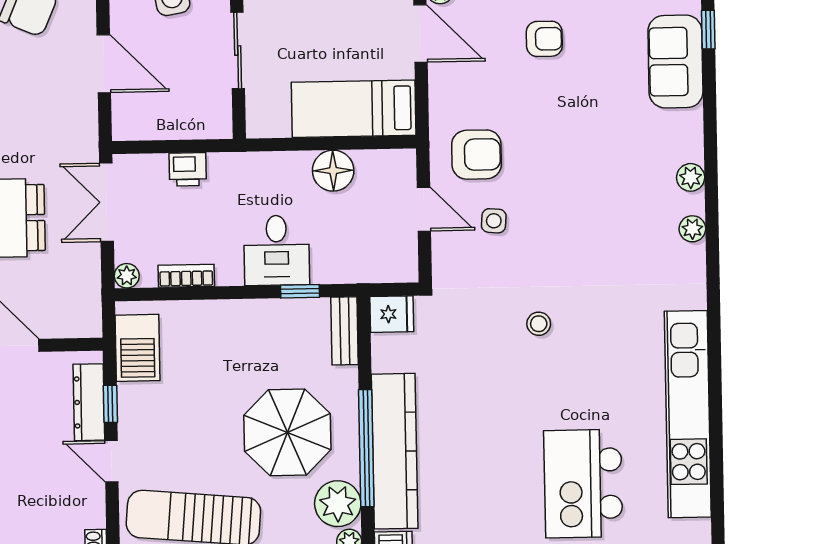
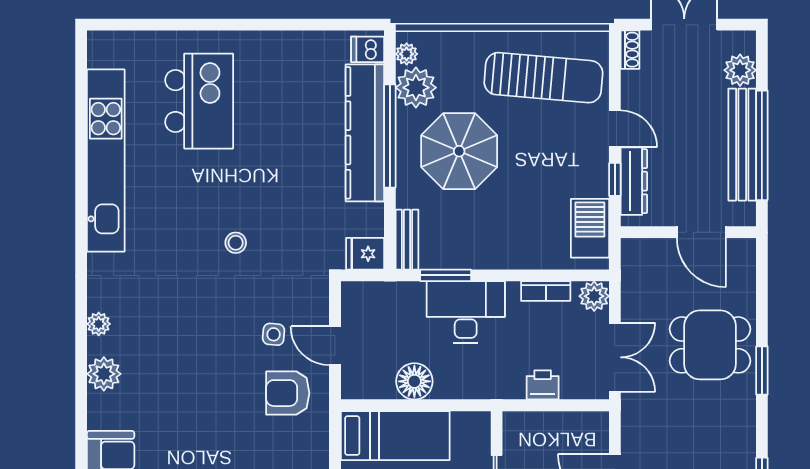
plant: (691, 177) -> (104, 374), width x1.38, depth x1.38
desk: (277, 250) -> (466, 312), width x1.37
plant: (127, 276) -> (594, 296), width x1.38, depth x1.38
window: (300, 291) -> (446, 275), width x1.50

